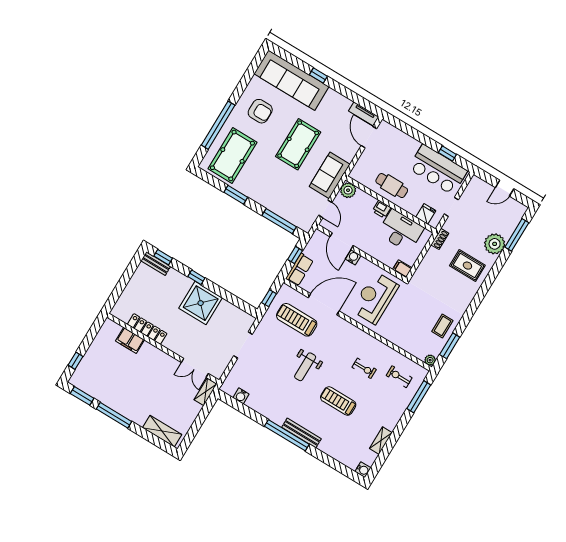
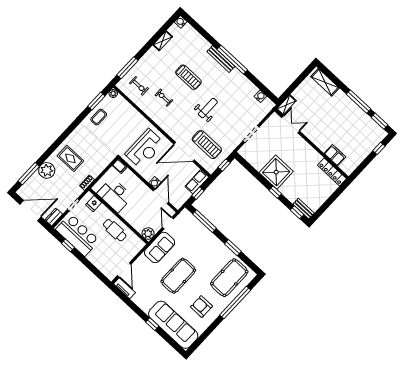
dresser: (473, 186) -> (54, 217), added
door: (505, 188) -> (31, 211), width x1.88
printer: (382, 209) -> (126, 214), removed
locker: (147, 329) -> (332, 172), moved

